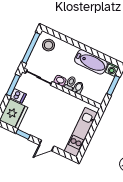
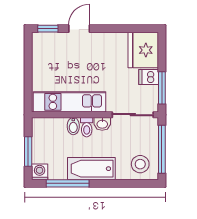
window: (98, 54) -> (68, 183), added
bathtub: (91, 62) -> (91, 169), moved
kitchen unit: (81, 132) -> (69, 102), moved, turned -90
window: (23, 134) -> (48, 29), moved

